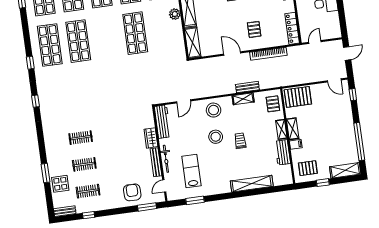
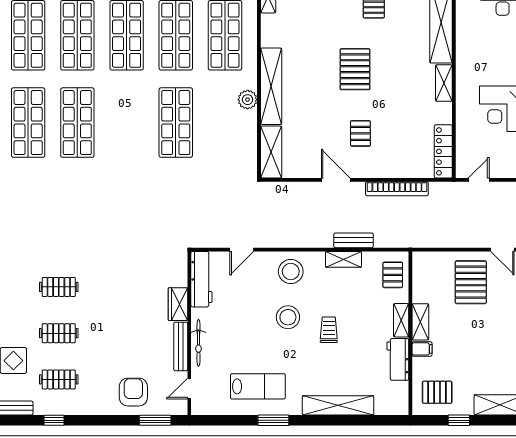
pallet: (254, 29) -> (360, 133), moved
pallet: (298, 97) -> (471, 282), moved, turned 90
lab bench: (191, 171) -> (258, 386), moved, turned 90
window: (195, 200) -> (273, 420), moved

